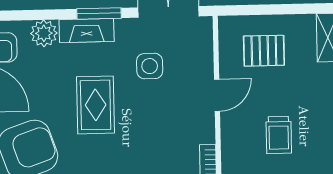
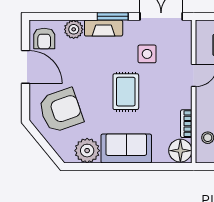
rug: (96, 105) -> (126, 92), moved

